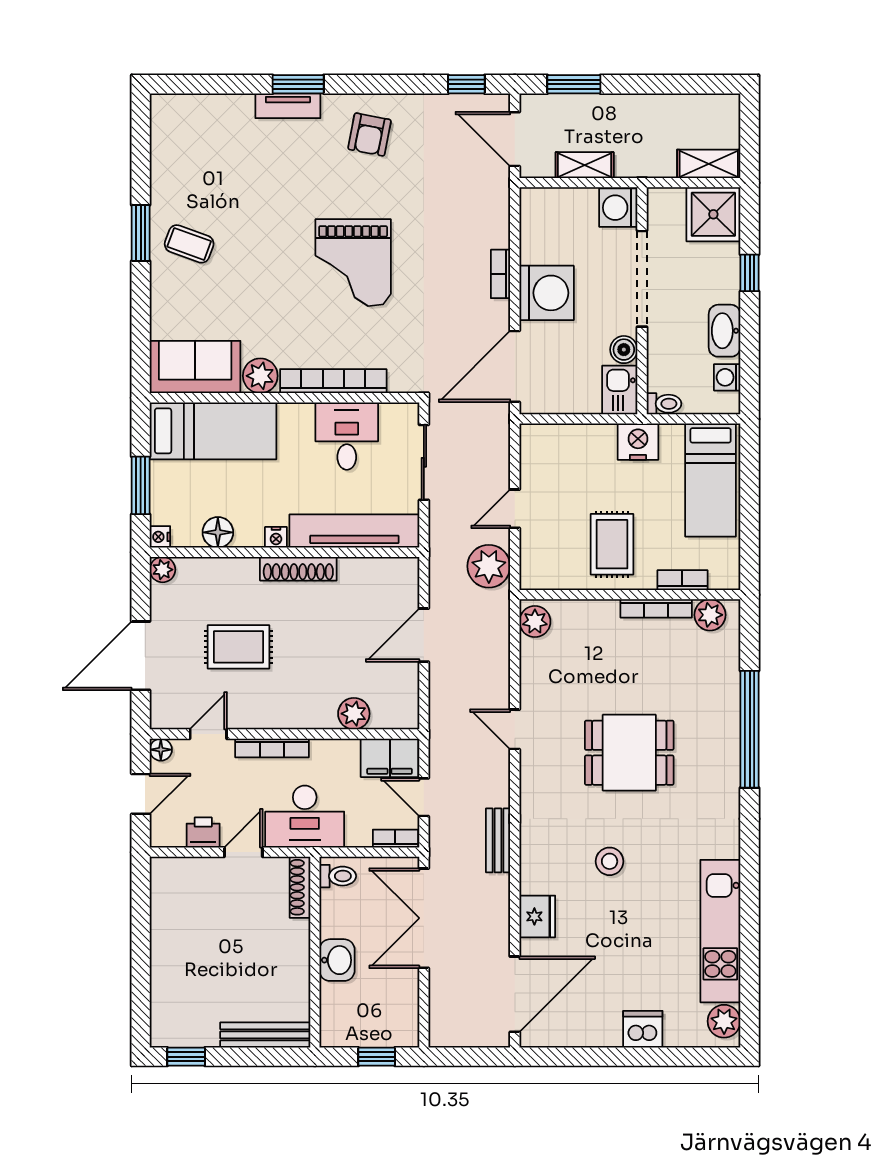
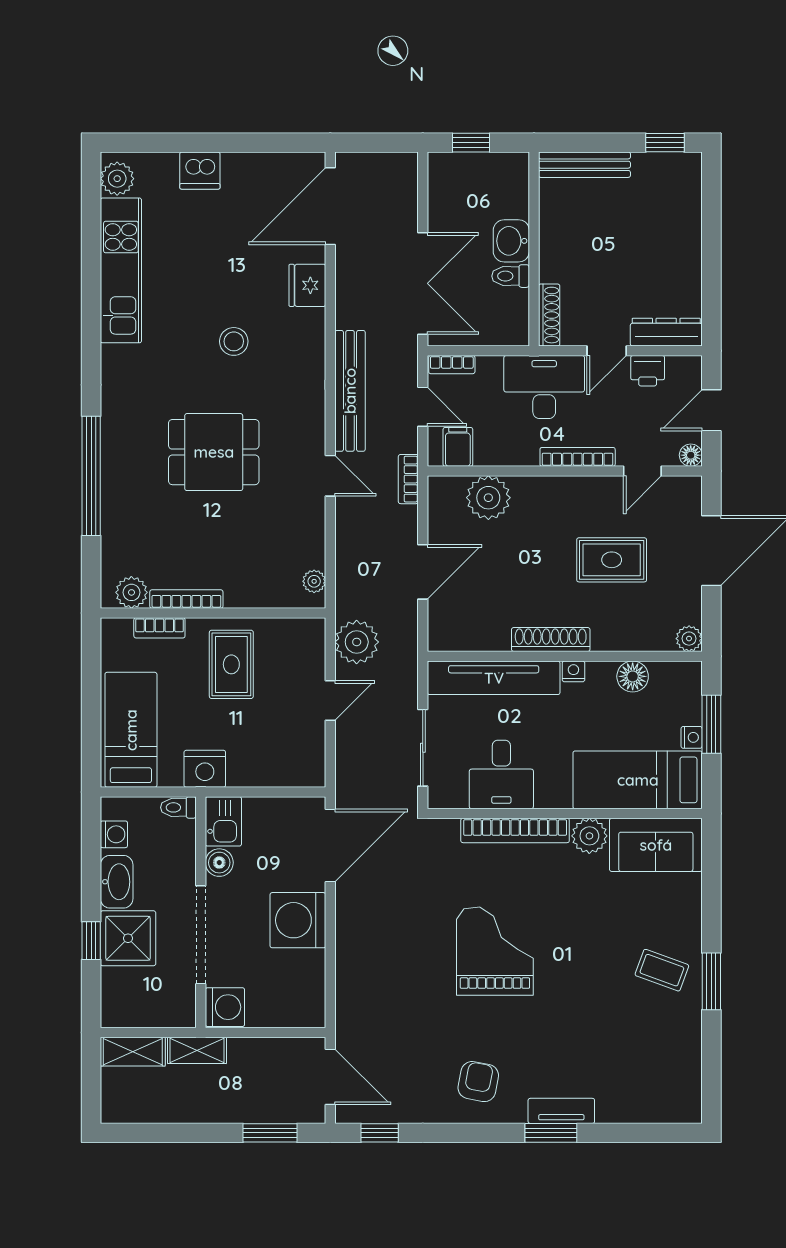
shelving: (585, 165) -> (197, 1050), moved
shower: (713, 214) -> (128, 938), moved
bookcase: (501, 274) -> (408, 479), moved, turned 180
nightstand: (160, 537) -> (692, 737), moved
plant: (535, 622) -> (314, 581), width x0.73, depth x0.73
plant: (354, 714) -> (488, 498), width x1.36, depth x1.36
filing cabinet: (390, 758) -> (458, 447), width x0.50
bench: (498, 840) -> (350, 391), width x1.86, depth x1.21
dresser: (185, 870) -> (666, 332), added
toilet: (338, 876) -> (511, 276), moved

